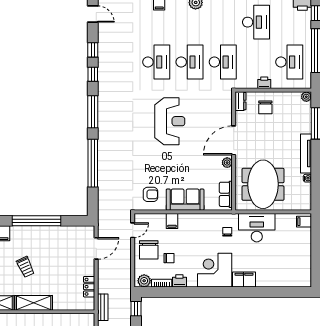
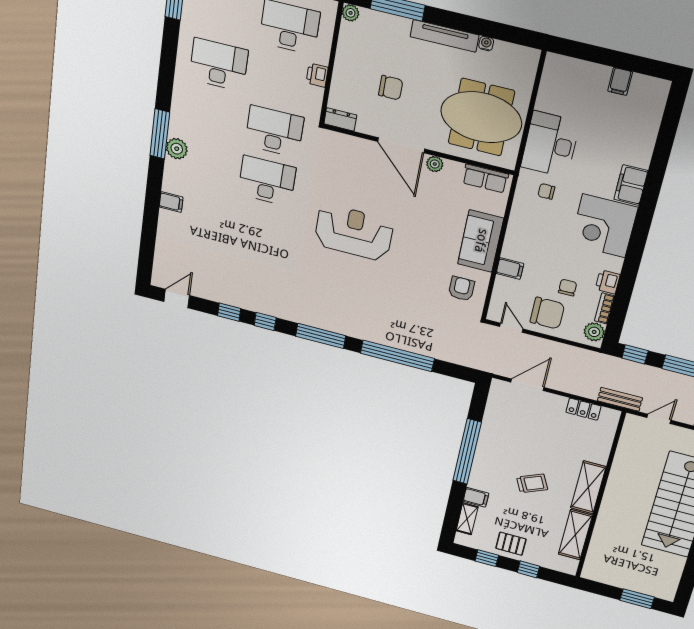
desk: (156, 62) -> (260, 229), removed
chair: (265, 107) -> (391, 88), moved
filing cabinet: (304, 222) -> (620, 81), moved
door: (96, 248) -> (527, 385), hinge flipped

